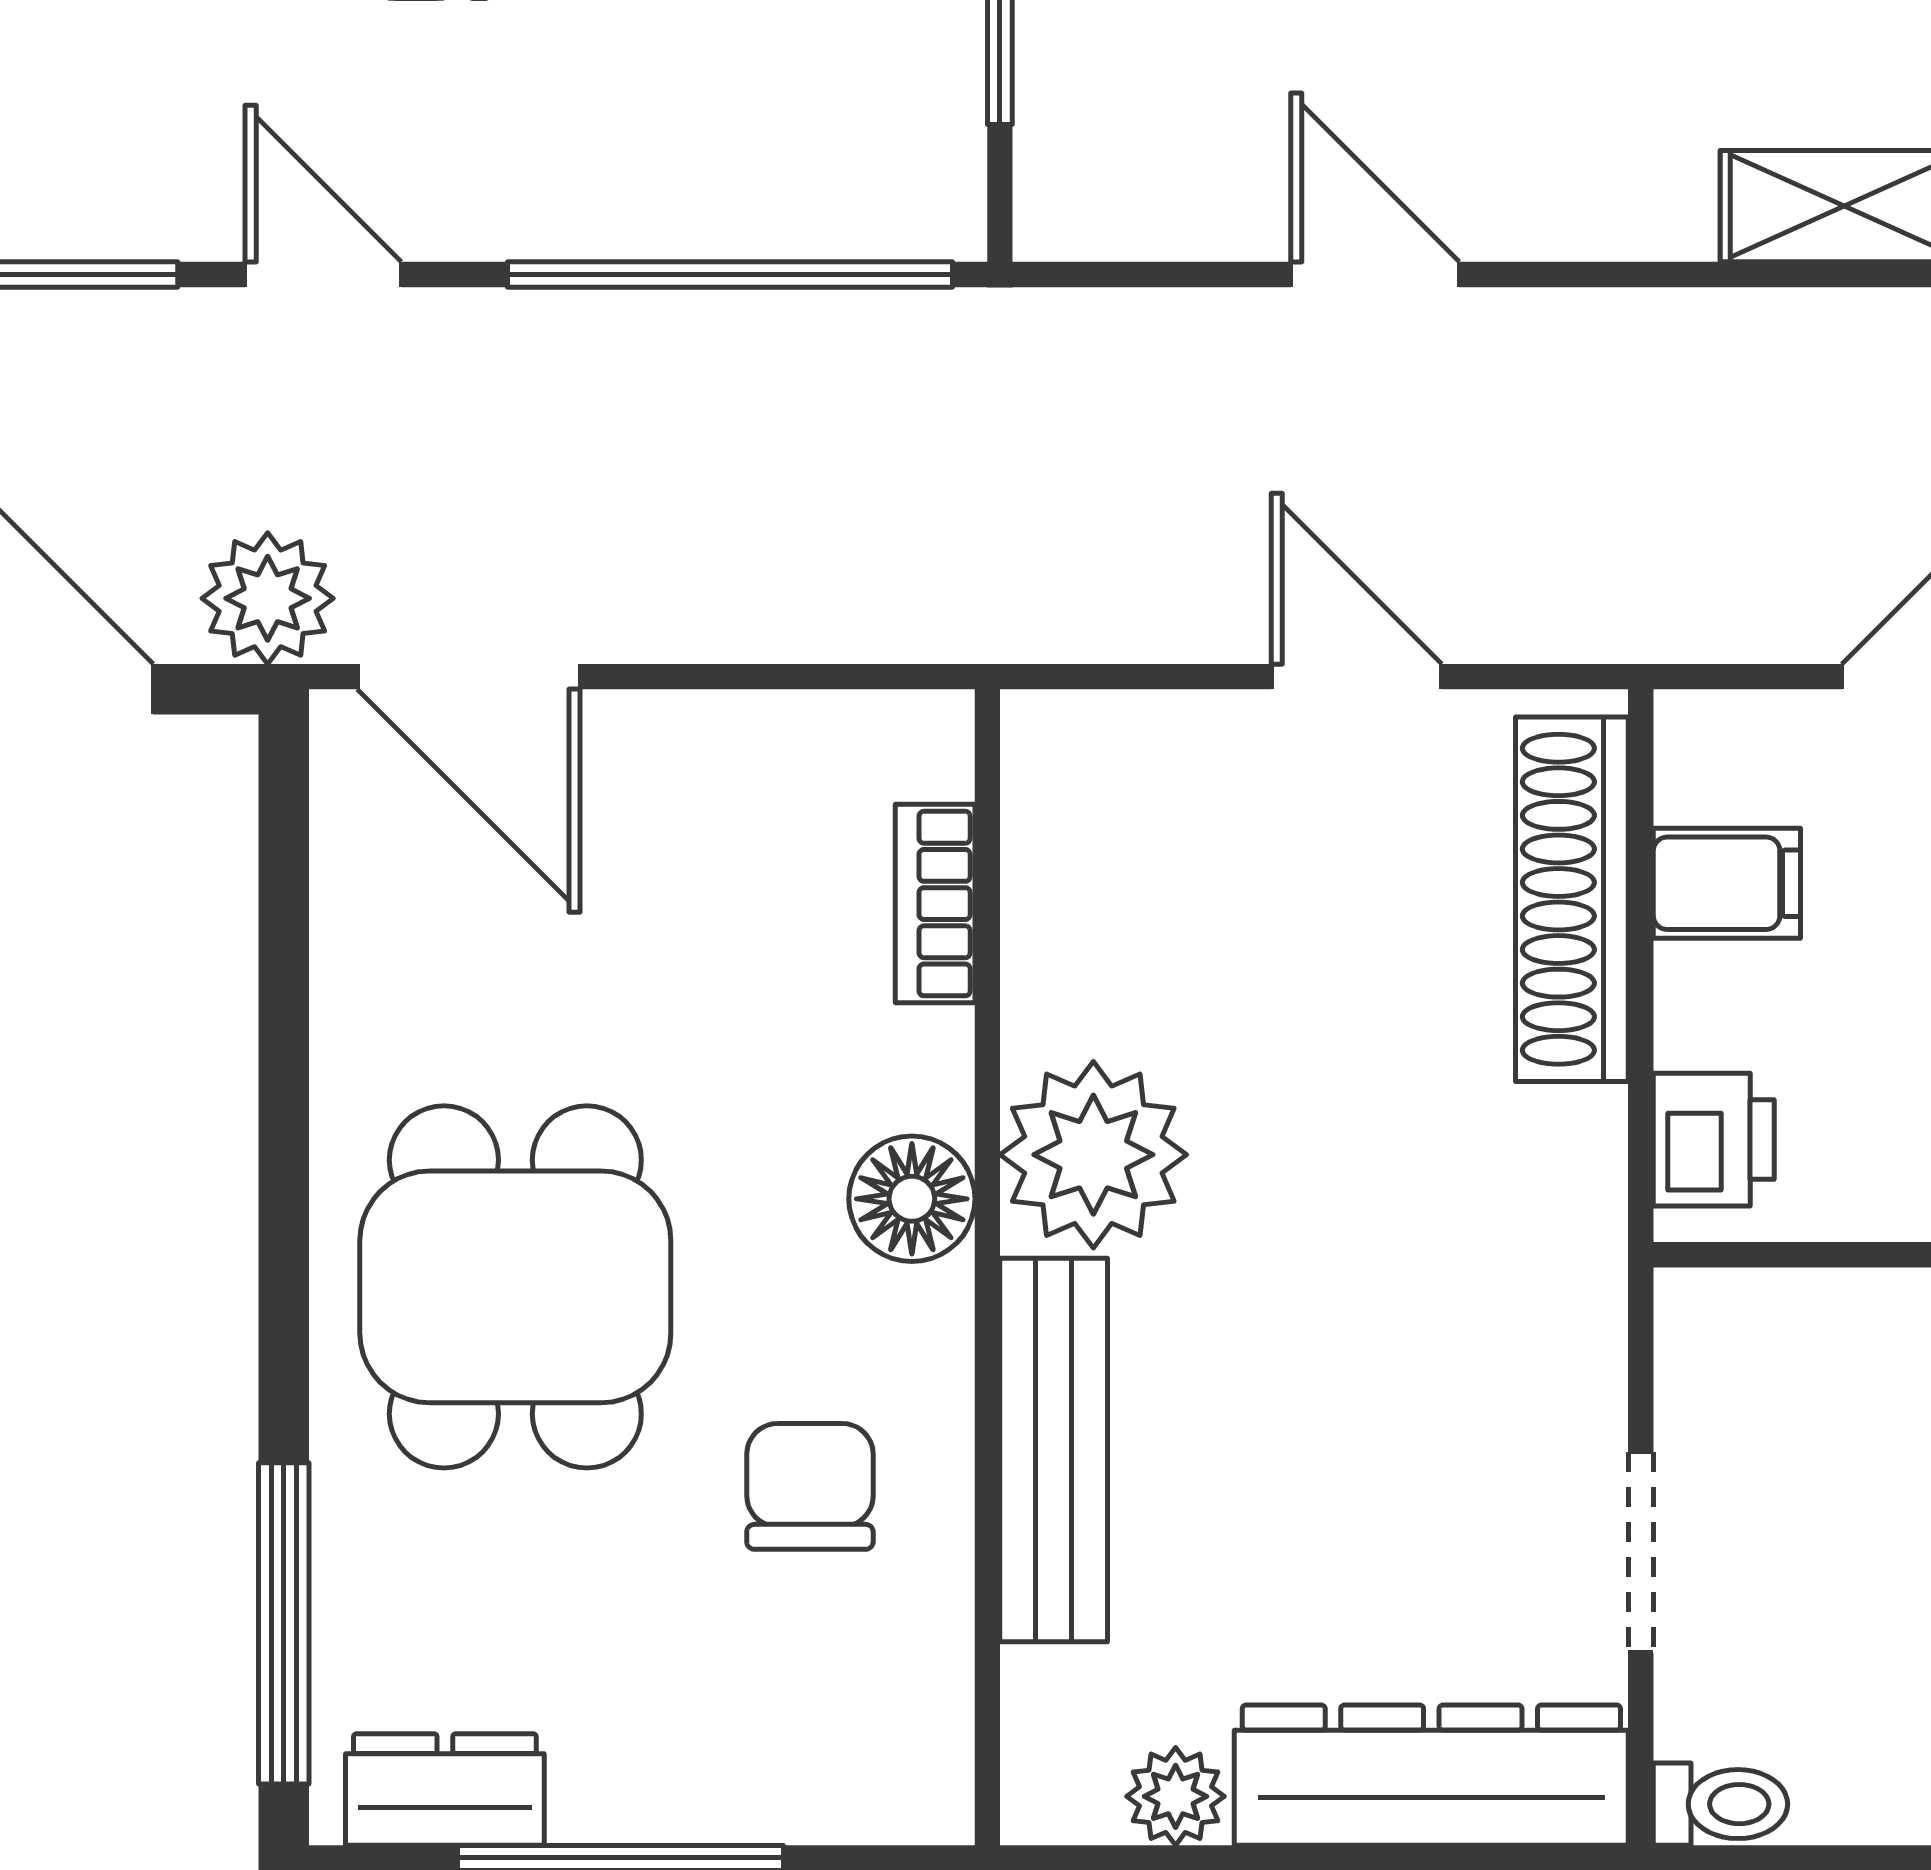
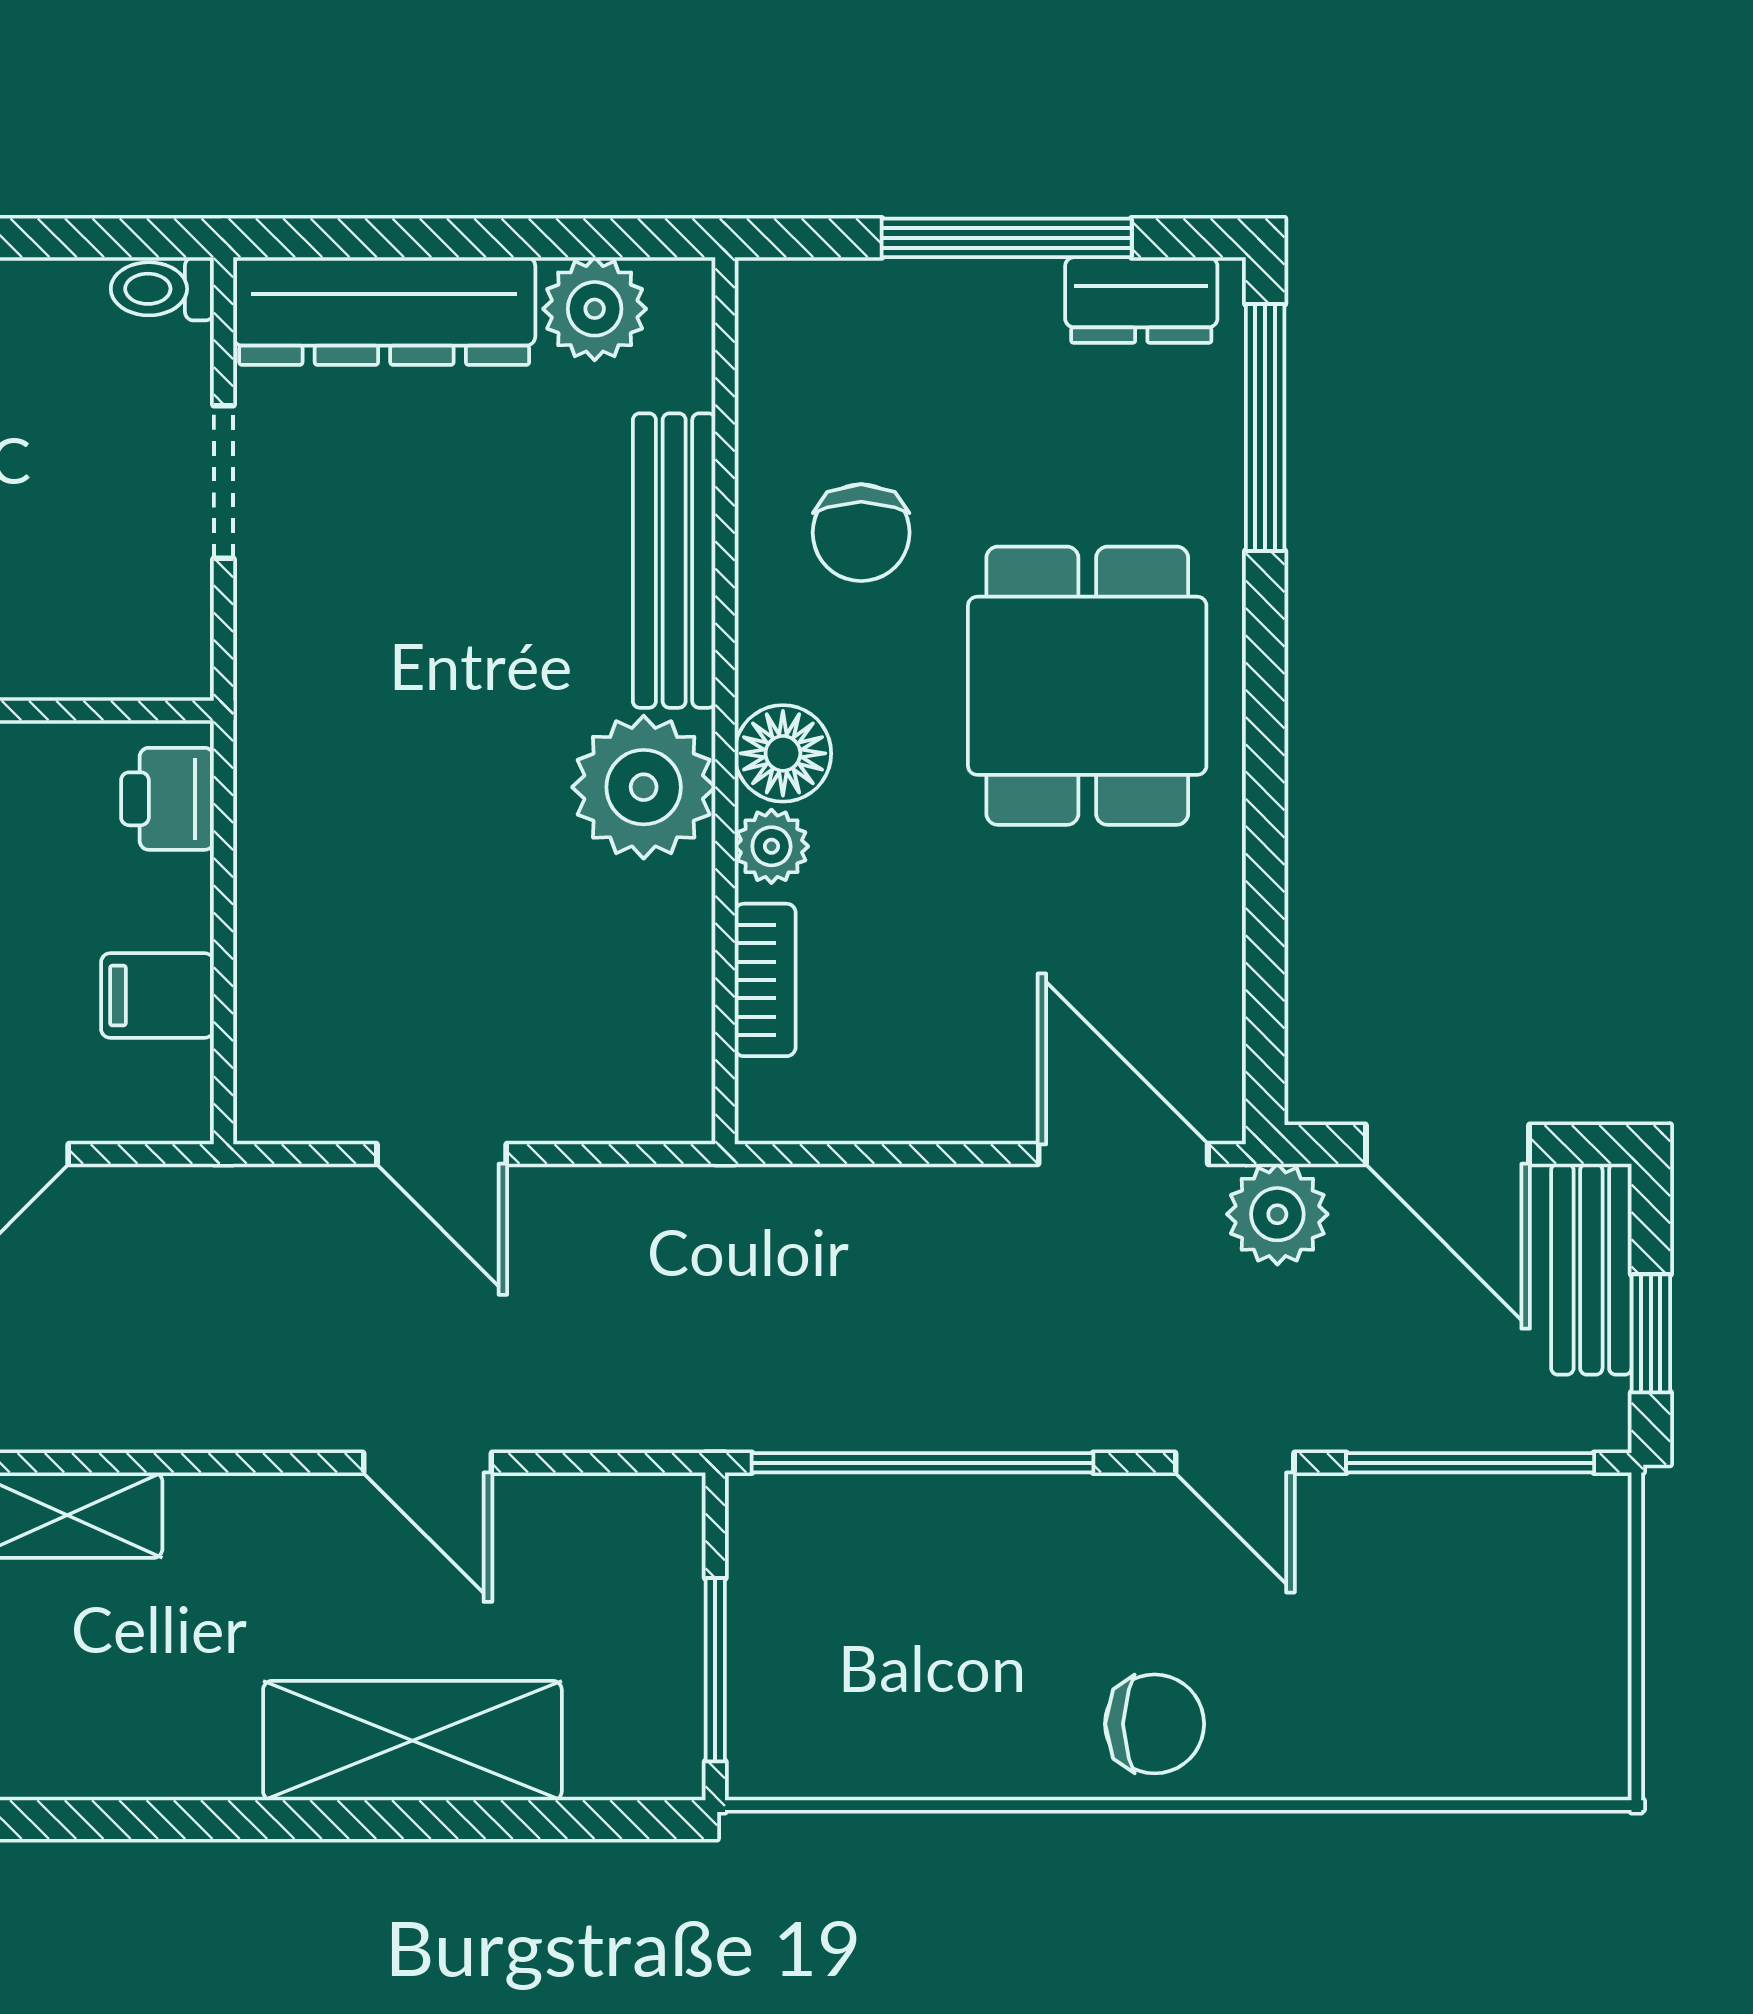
shoe rack: (1572, 899) -> (276, 983), removed
plant: (927, 1078) -> (771, 846), added
plant: (1176, 1796) -> (595, 309), width x1.38, depth x1.38

